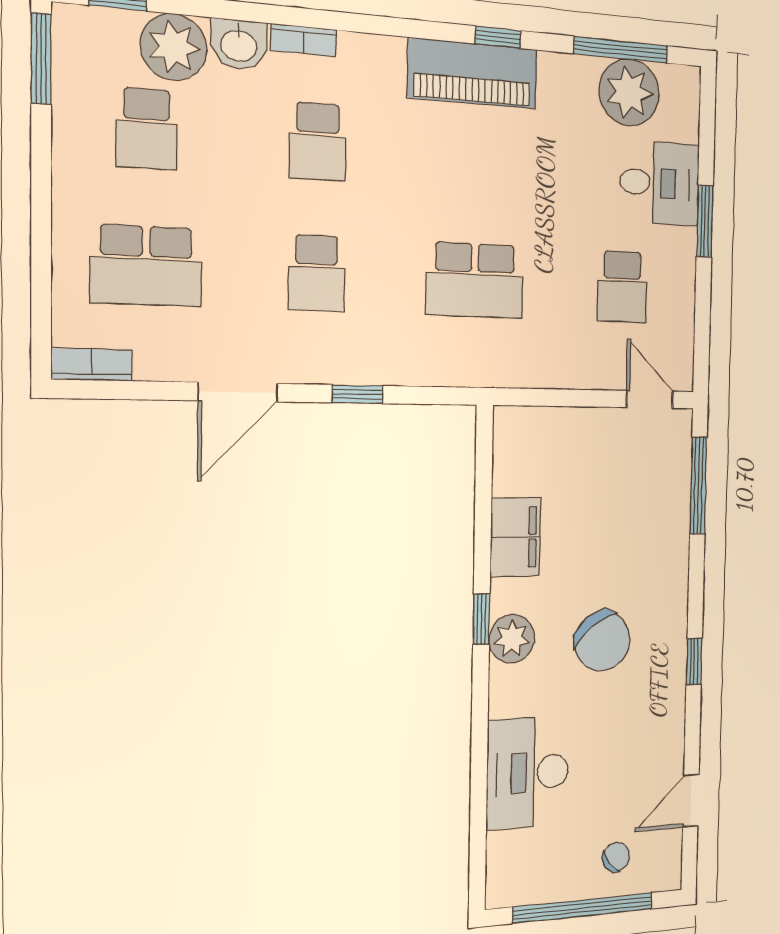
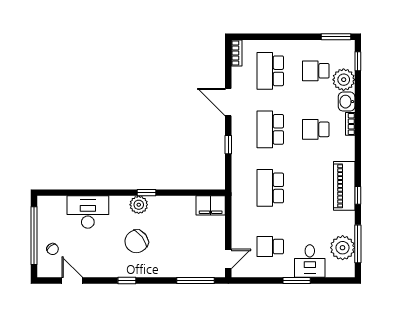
school desk: (317, 273) -> (270, 129), width x1.85
filing cabinet: (515, 537) -> (211, 205), moved

